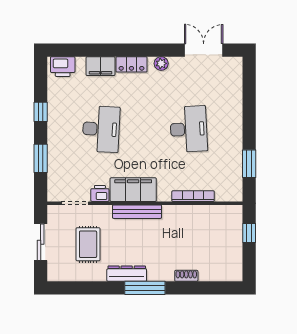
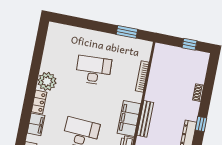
double door: (204, 50) -> (39, 48), removed
plant: (161, 63) -> (47, 81), width x1.88, depth x1.88
window: (249, 233) -> (189, 44), moved
window: (145, 288) -> (201, 124), width x0.46

